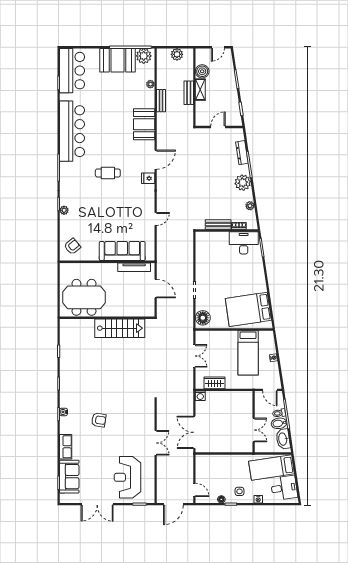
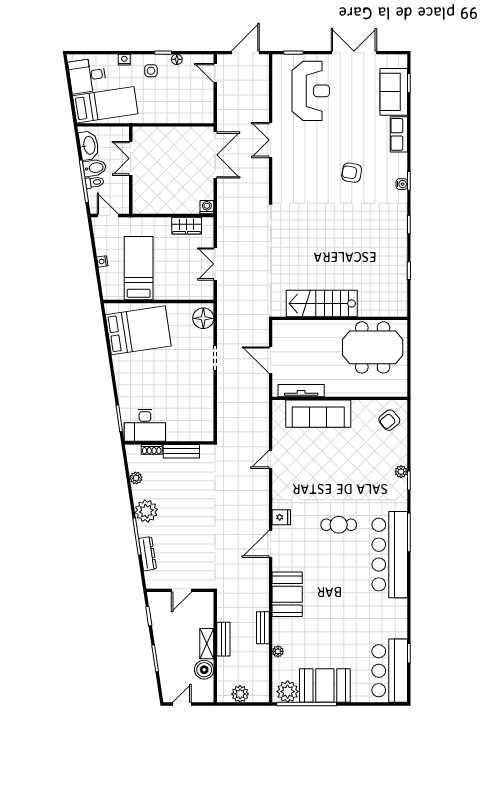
bar counter: (72, 131) -> (390, 555), moved

